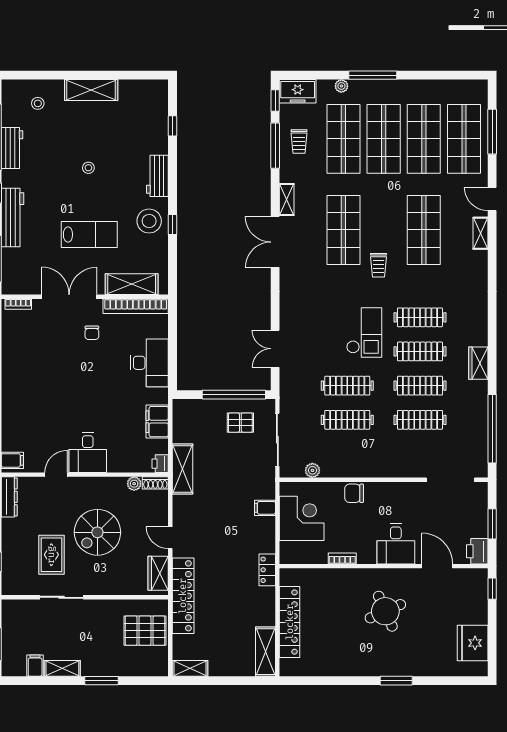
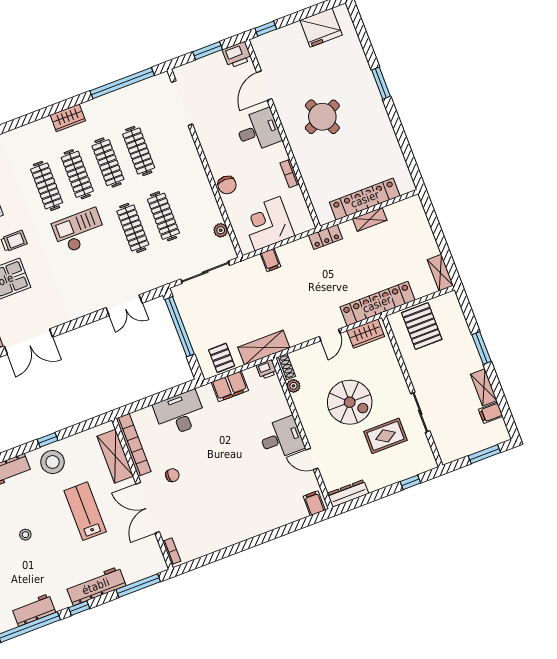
pallet: (240, 423) -> (222, 358), moved
shelving: (265, 652) -> (370, 219), moved, width x0.67, depth x0.75

